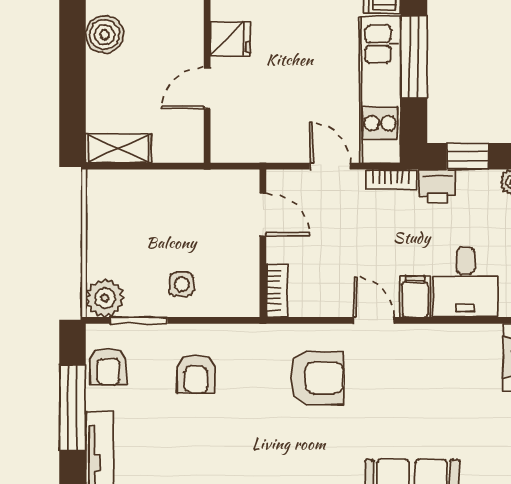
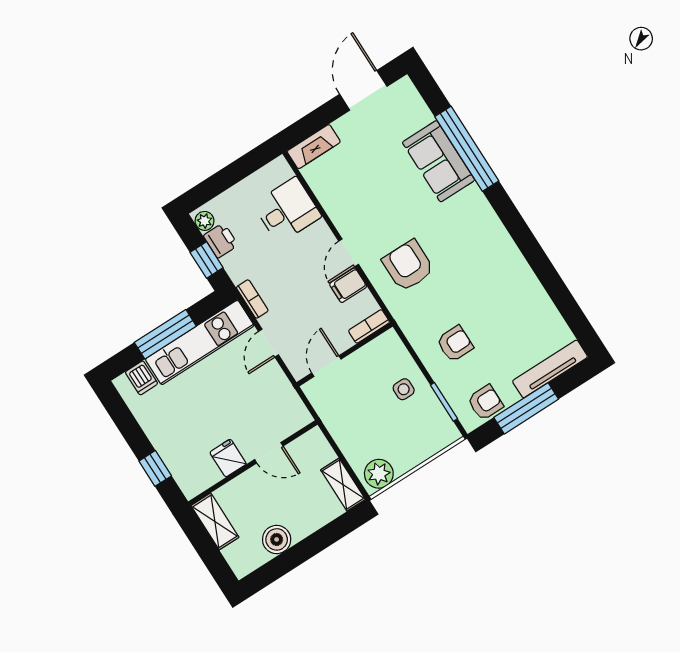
printer: (437, 186) -> (221, 240), moved
filing cabinet: (415, 297) -> (348, 285), moved
plant: (105, 298) -> (379, 474), moved

